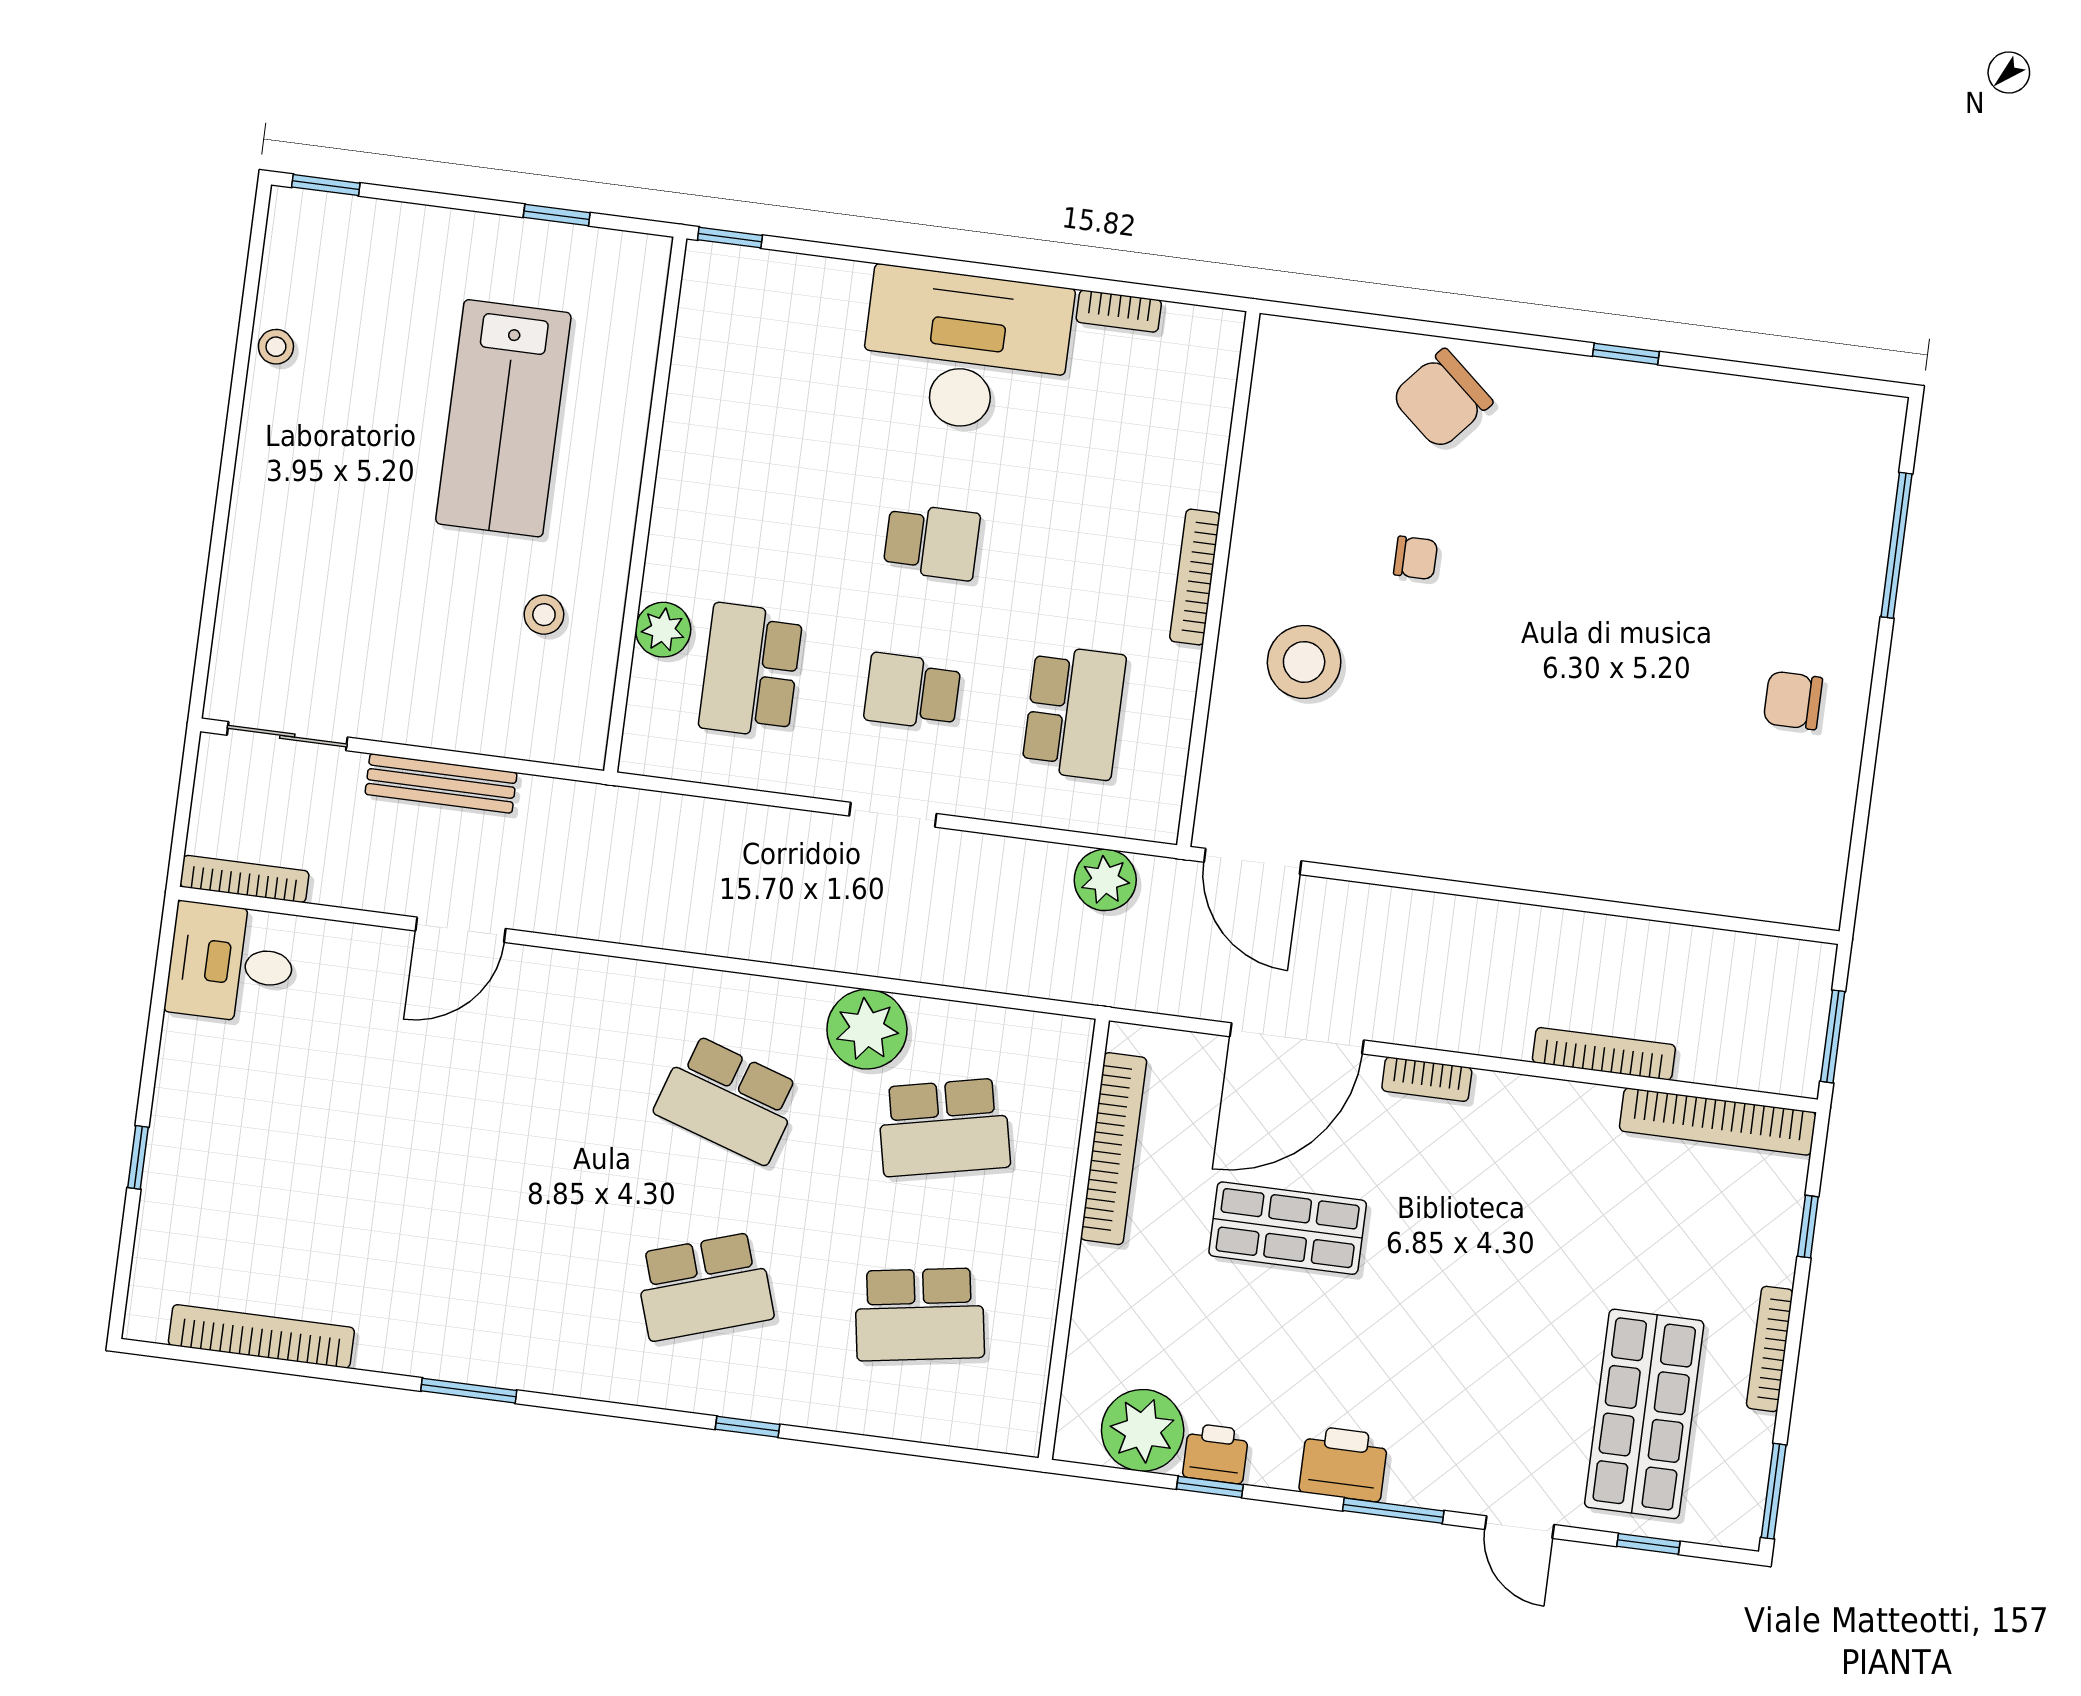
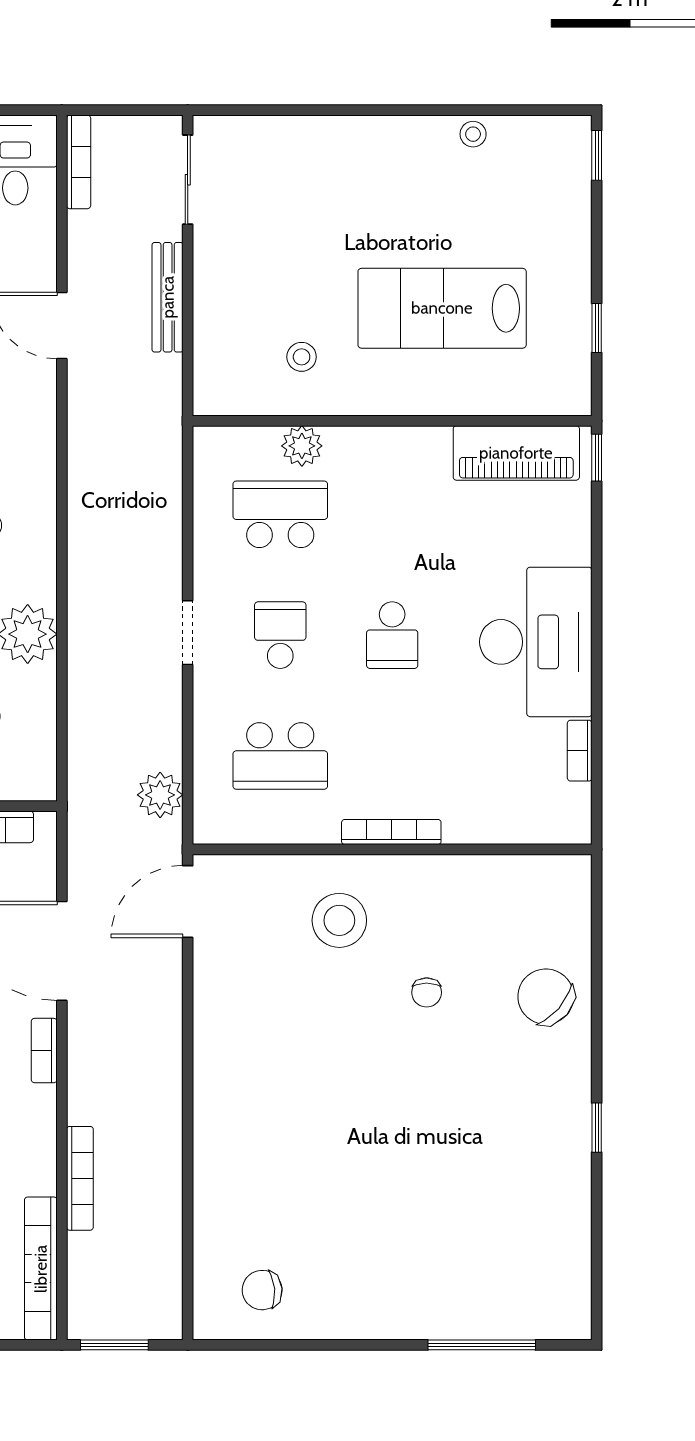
piano: (710, 344) -> (516, 453), added
chair: (1793, 700) -> (262, 1290), moved, turned -95

